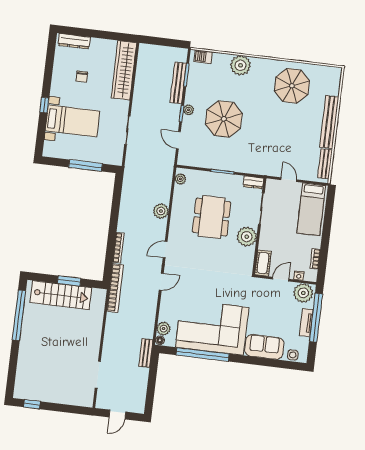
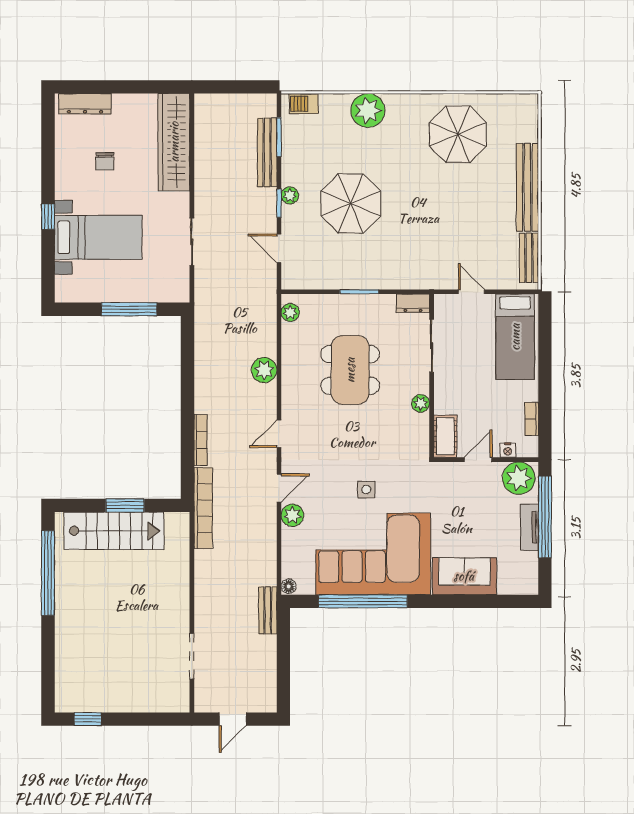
plant: (247, 237) -> (421, 403), width x0.53, depth x0.53
plant: (164, 329) -> (292, 515), moved
side table: (293, 355) -> (366, 490), moved

